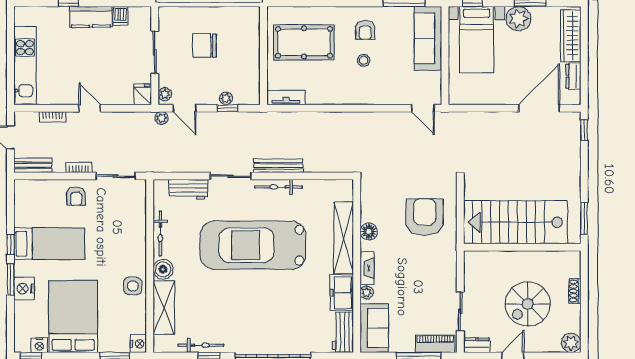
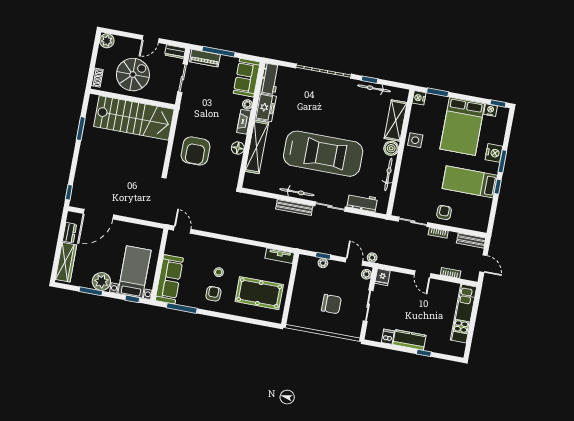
stairs: (516, 222) -> (134, 118), moved
wall: (522, 247) -> (132, 99), moved

